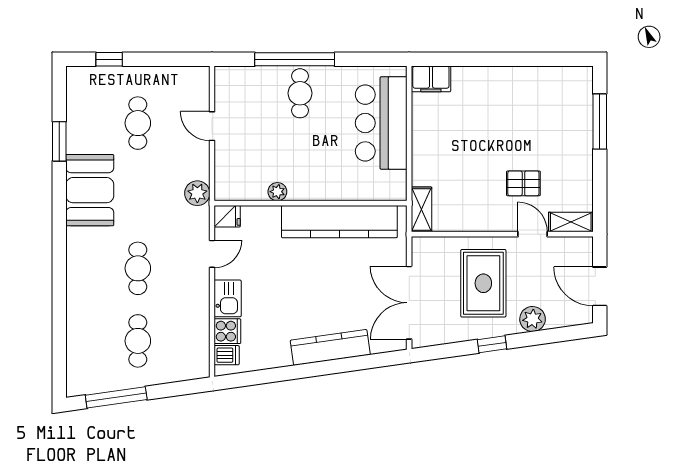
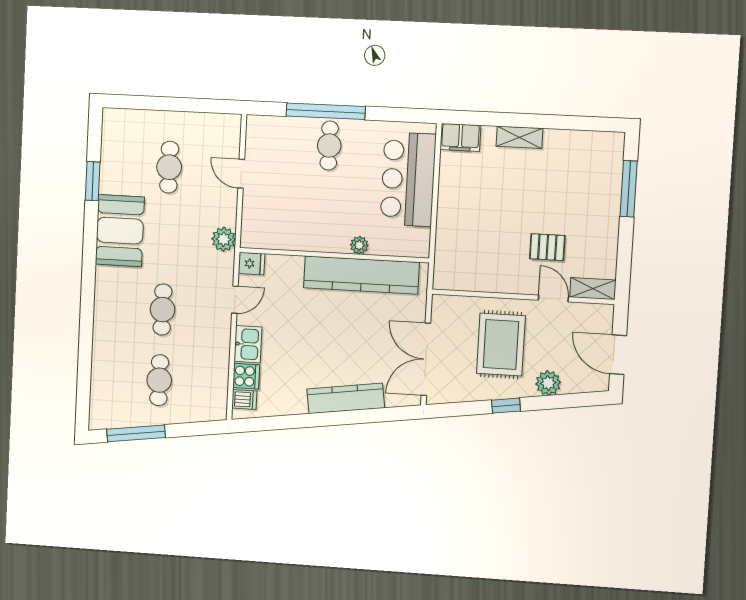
window: (109, 59) -> (144, 103), removed
plant: (277, 192) -> (359, 245), moved
shelving: (421, 209) -> (519, 137), moved, turned 90

